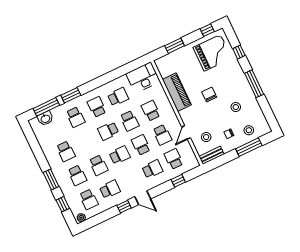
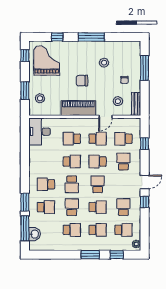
piano: (177, 92) -> (78, 108), moved
school desk: (118, 97) -> (72, 207), moved
stool: (249, 130) -> (40, 98), moved
door: (186, 132) -> (105, 117), hinge flipped

